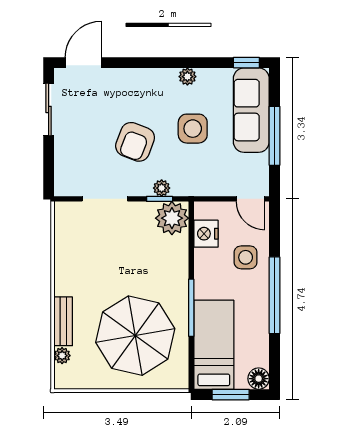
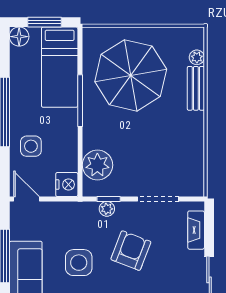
fireplace: (63, 165) -> (196, 230), added
plant: (172, 218) -> (97, 165), moved
nightstand: (206, 234) -> (67, 185), moved

